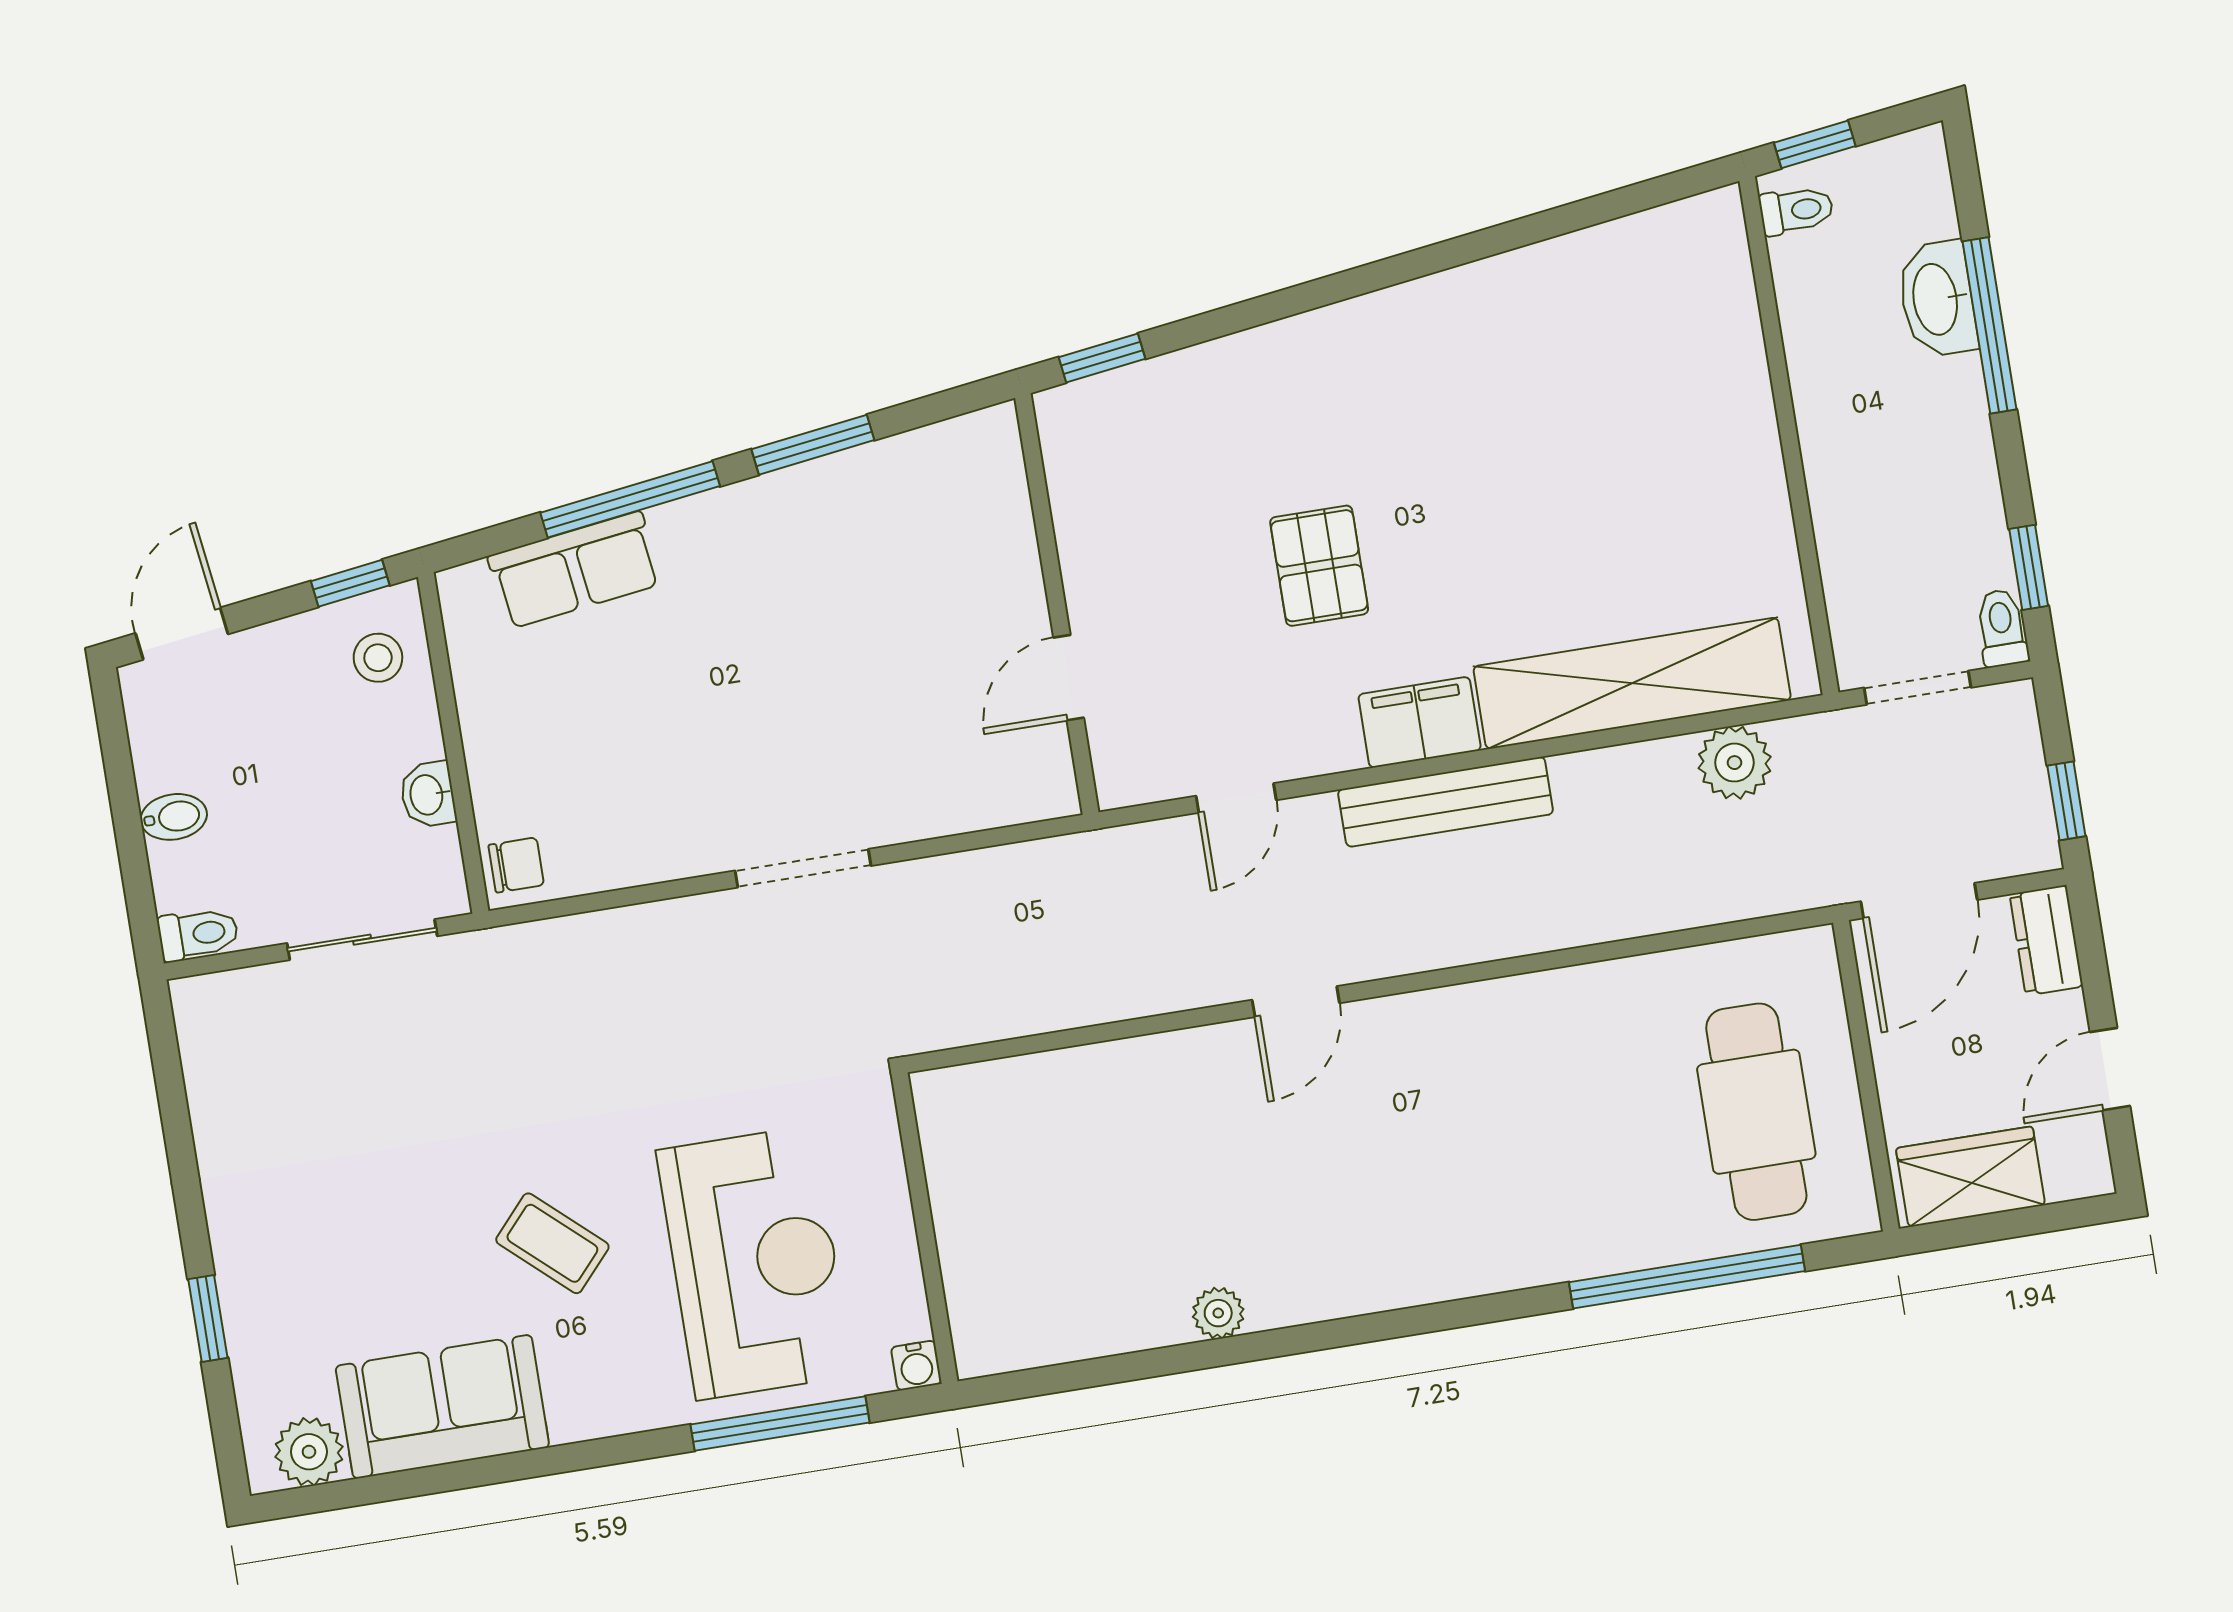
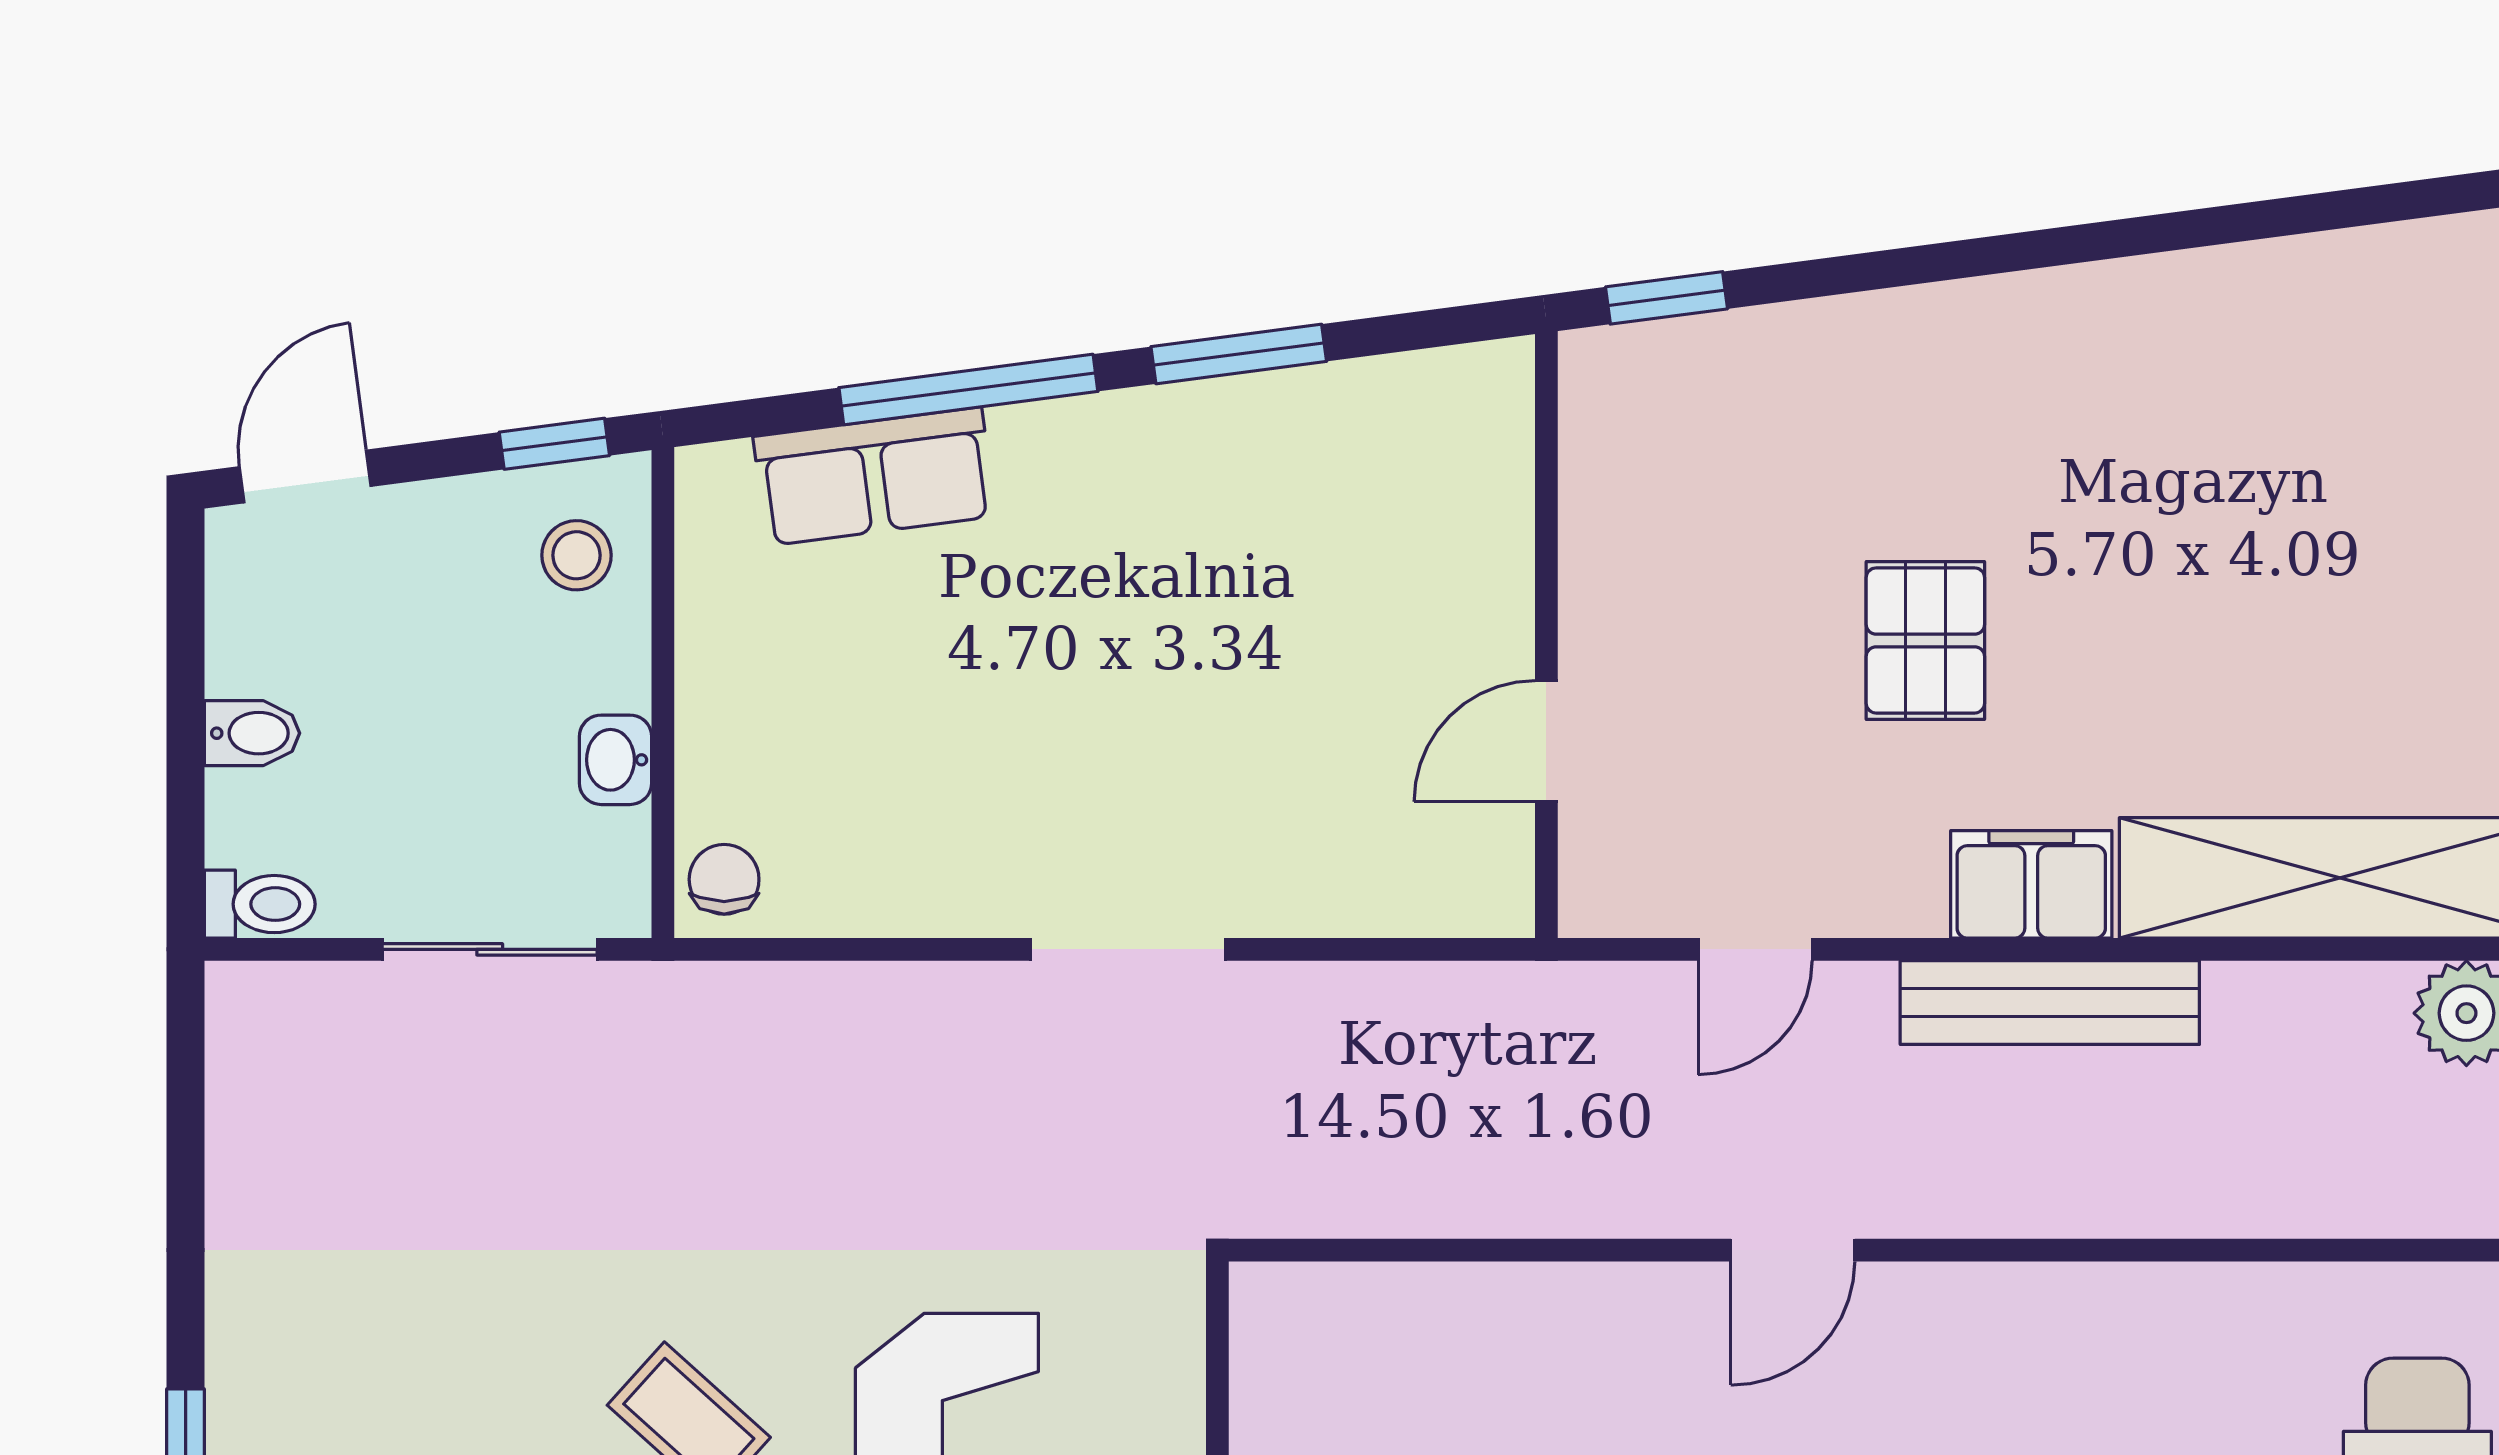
chair: (516, 865) -> (724, 879), turned -90

